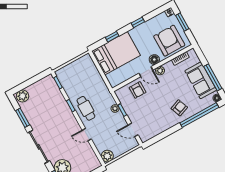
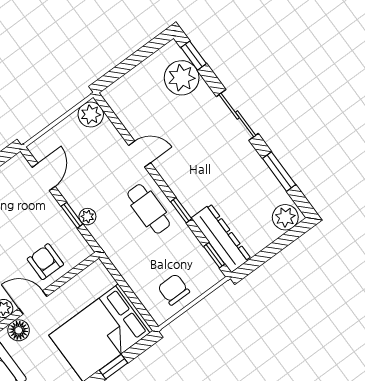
chair: (79, 69) -> (174, 290), added
dresser: (54, 90) -> (221, 238), added
door: (133, 130) -> (44, 177), hinge flipped
sliding door: (39, 147) -> (237, 115), width x0.73

